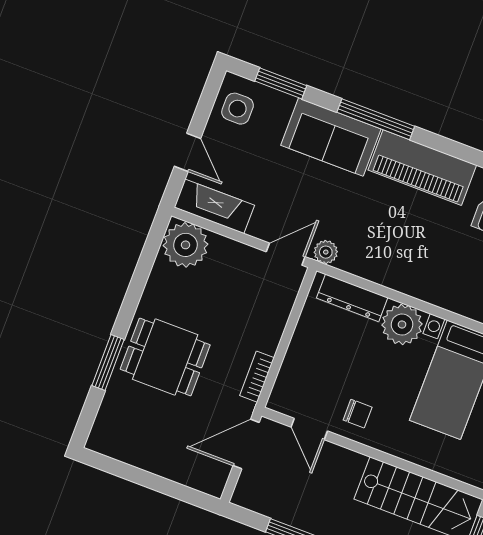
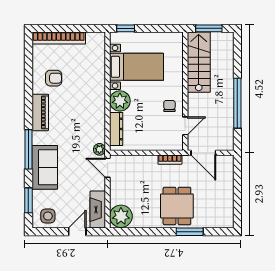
piano: (422, 168) -> (40, 112), width x0.73, depth x0.75

